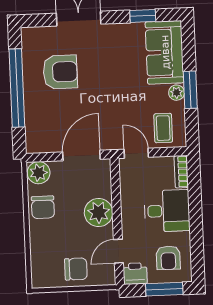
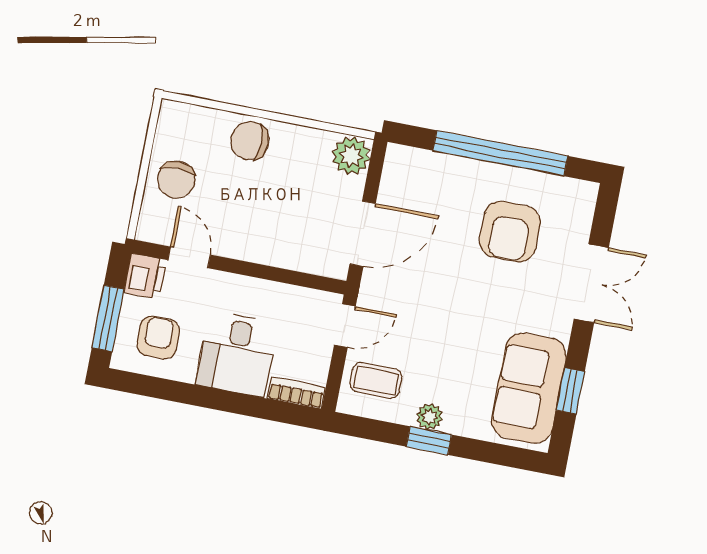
sofa: (165, 52) -> (529, 388), moved, turned -90
window: (190, 90) -> (429, 441), width x0.67
door: (81, 156) -> (363, 234), hinge flipped
chair: (43, 207) -> (250, 141), moved
plant: (99, 212) -> (261, 240), removed
armchair: (168, 258) -> (158, 338), turned 90

